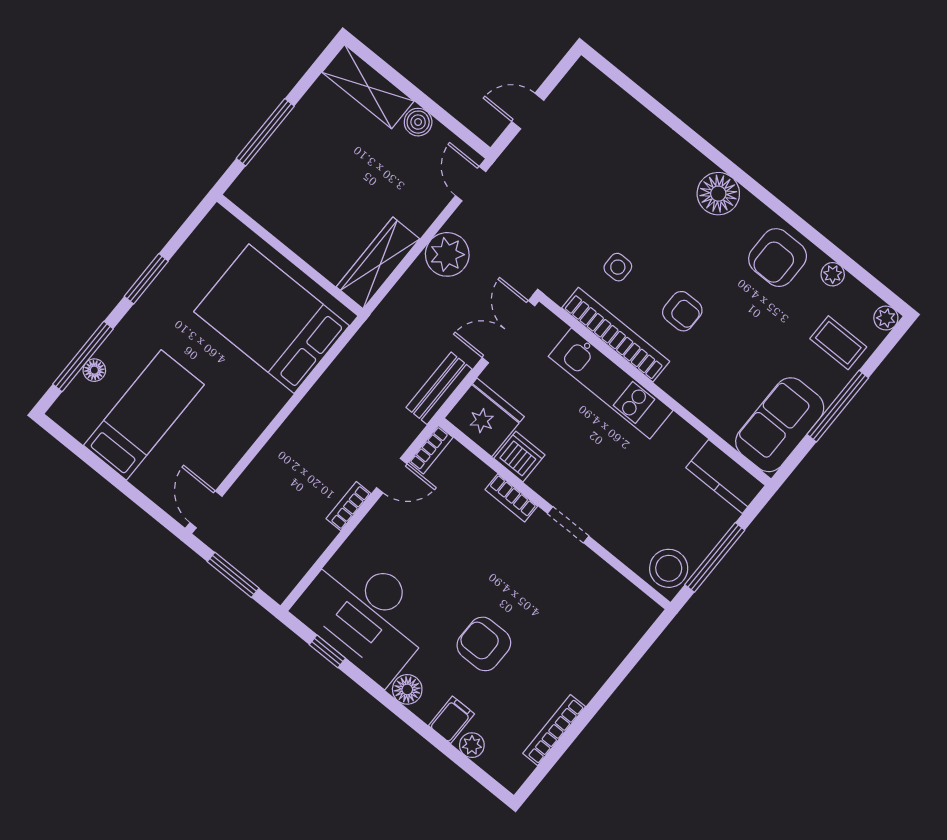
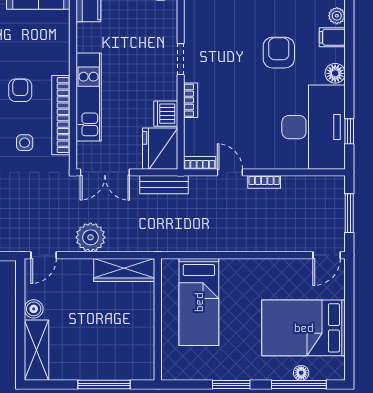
bed: (271, 319) -> (199, 302), width x0.67
bed: (144, 415) -> (304, 328), width x1.50
armchair: (484, 644) -> (279, 53), turned 180

